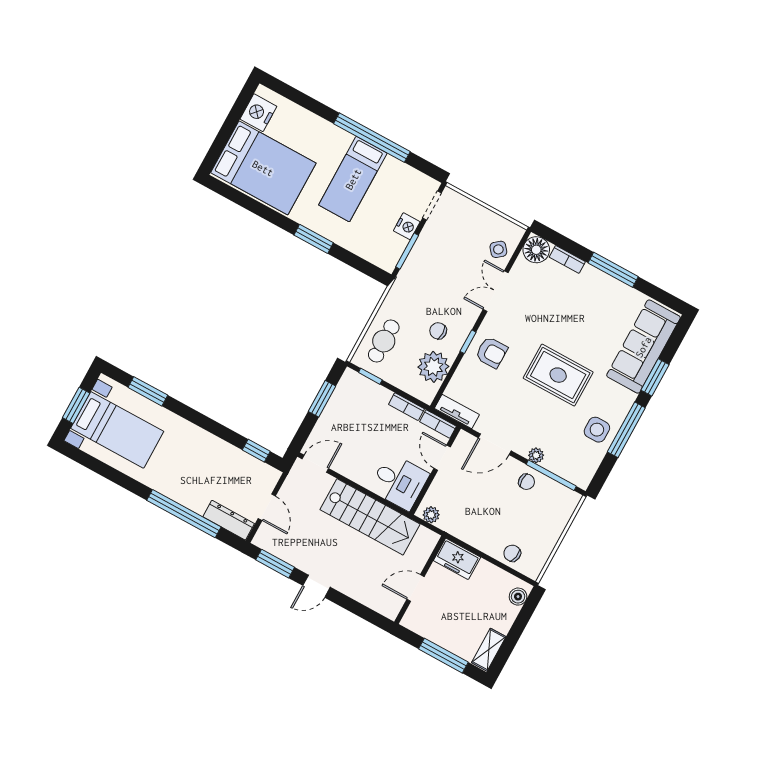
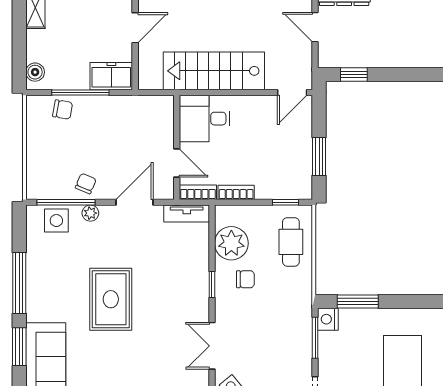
nightstand: (407, 226) -> (328, 319), moved
window: (314, 239) -> (358, 301), moved
double door: (496, 291) -> (212, 346), swing flipped
armchair: (491, 352) -> (185, 286), removed
rug: (558, 375) -> (111, 299), turned 90
side table: (597, 430) -> (56, 221), moved
chair: (527, 482) -> (86, 184), turned 113
plant: (431, 515) -> (158, 104), removed
window: (490, 559) -> (80, 93), added

